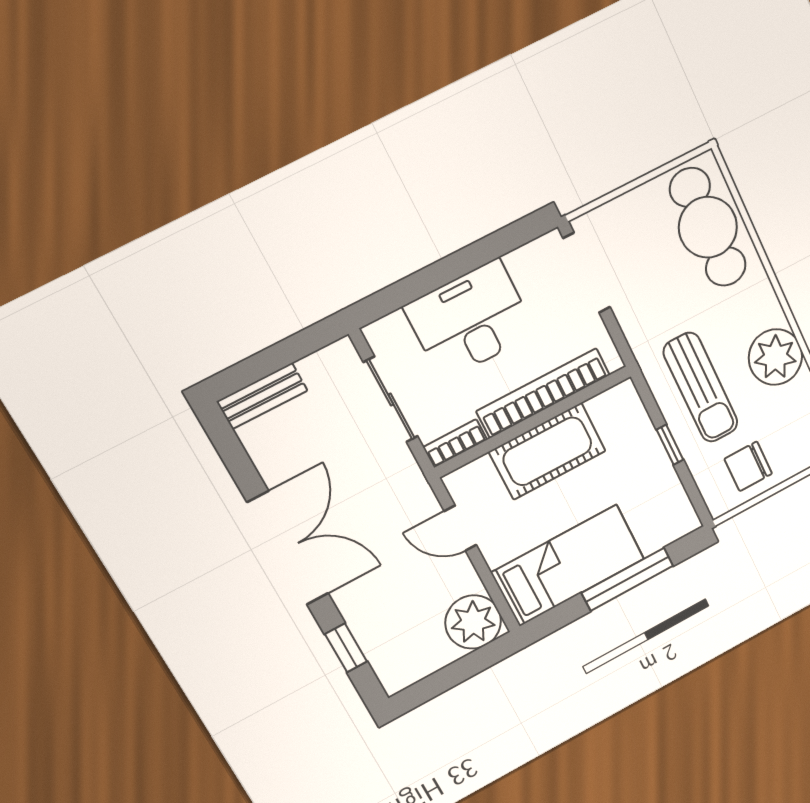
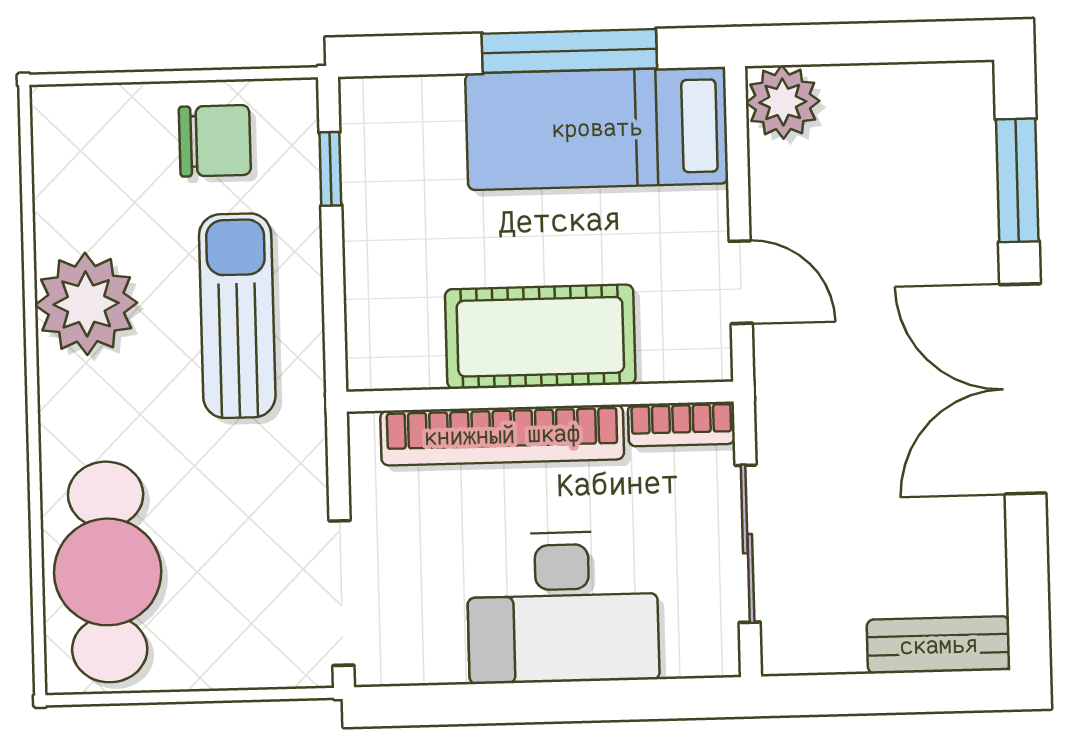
window: (670, 445) -> (330, 169), moved
window: (627, 579) -> (569, 51), moved
plant: (473, 622) -> (783, 102), width x0.73, depth x0.73
window: (346, 648) -> (1017, 180), width x1.50

